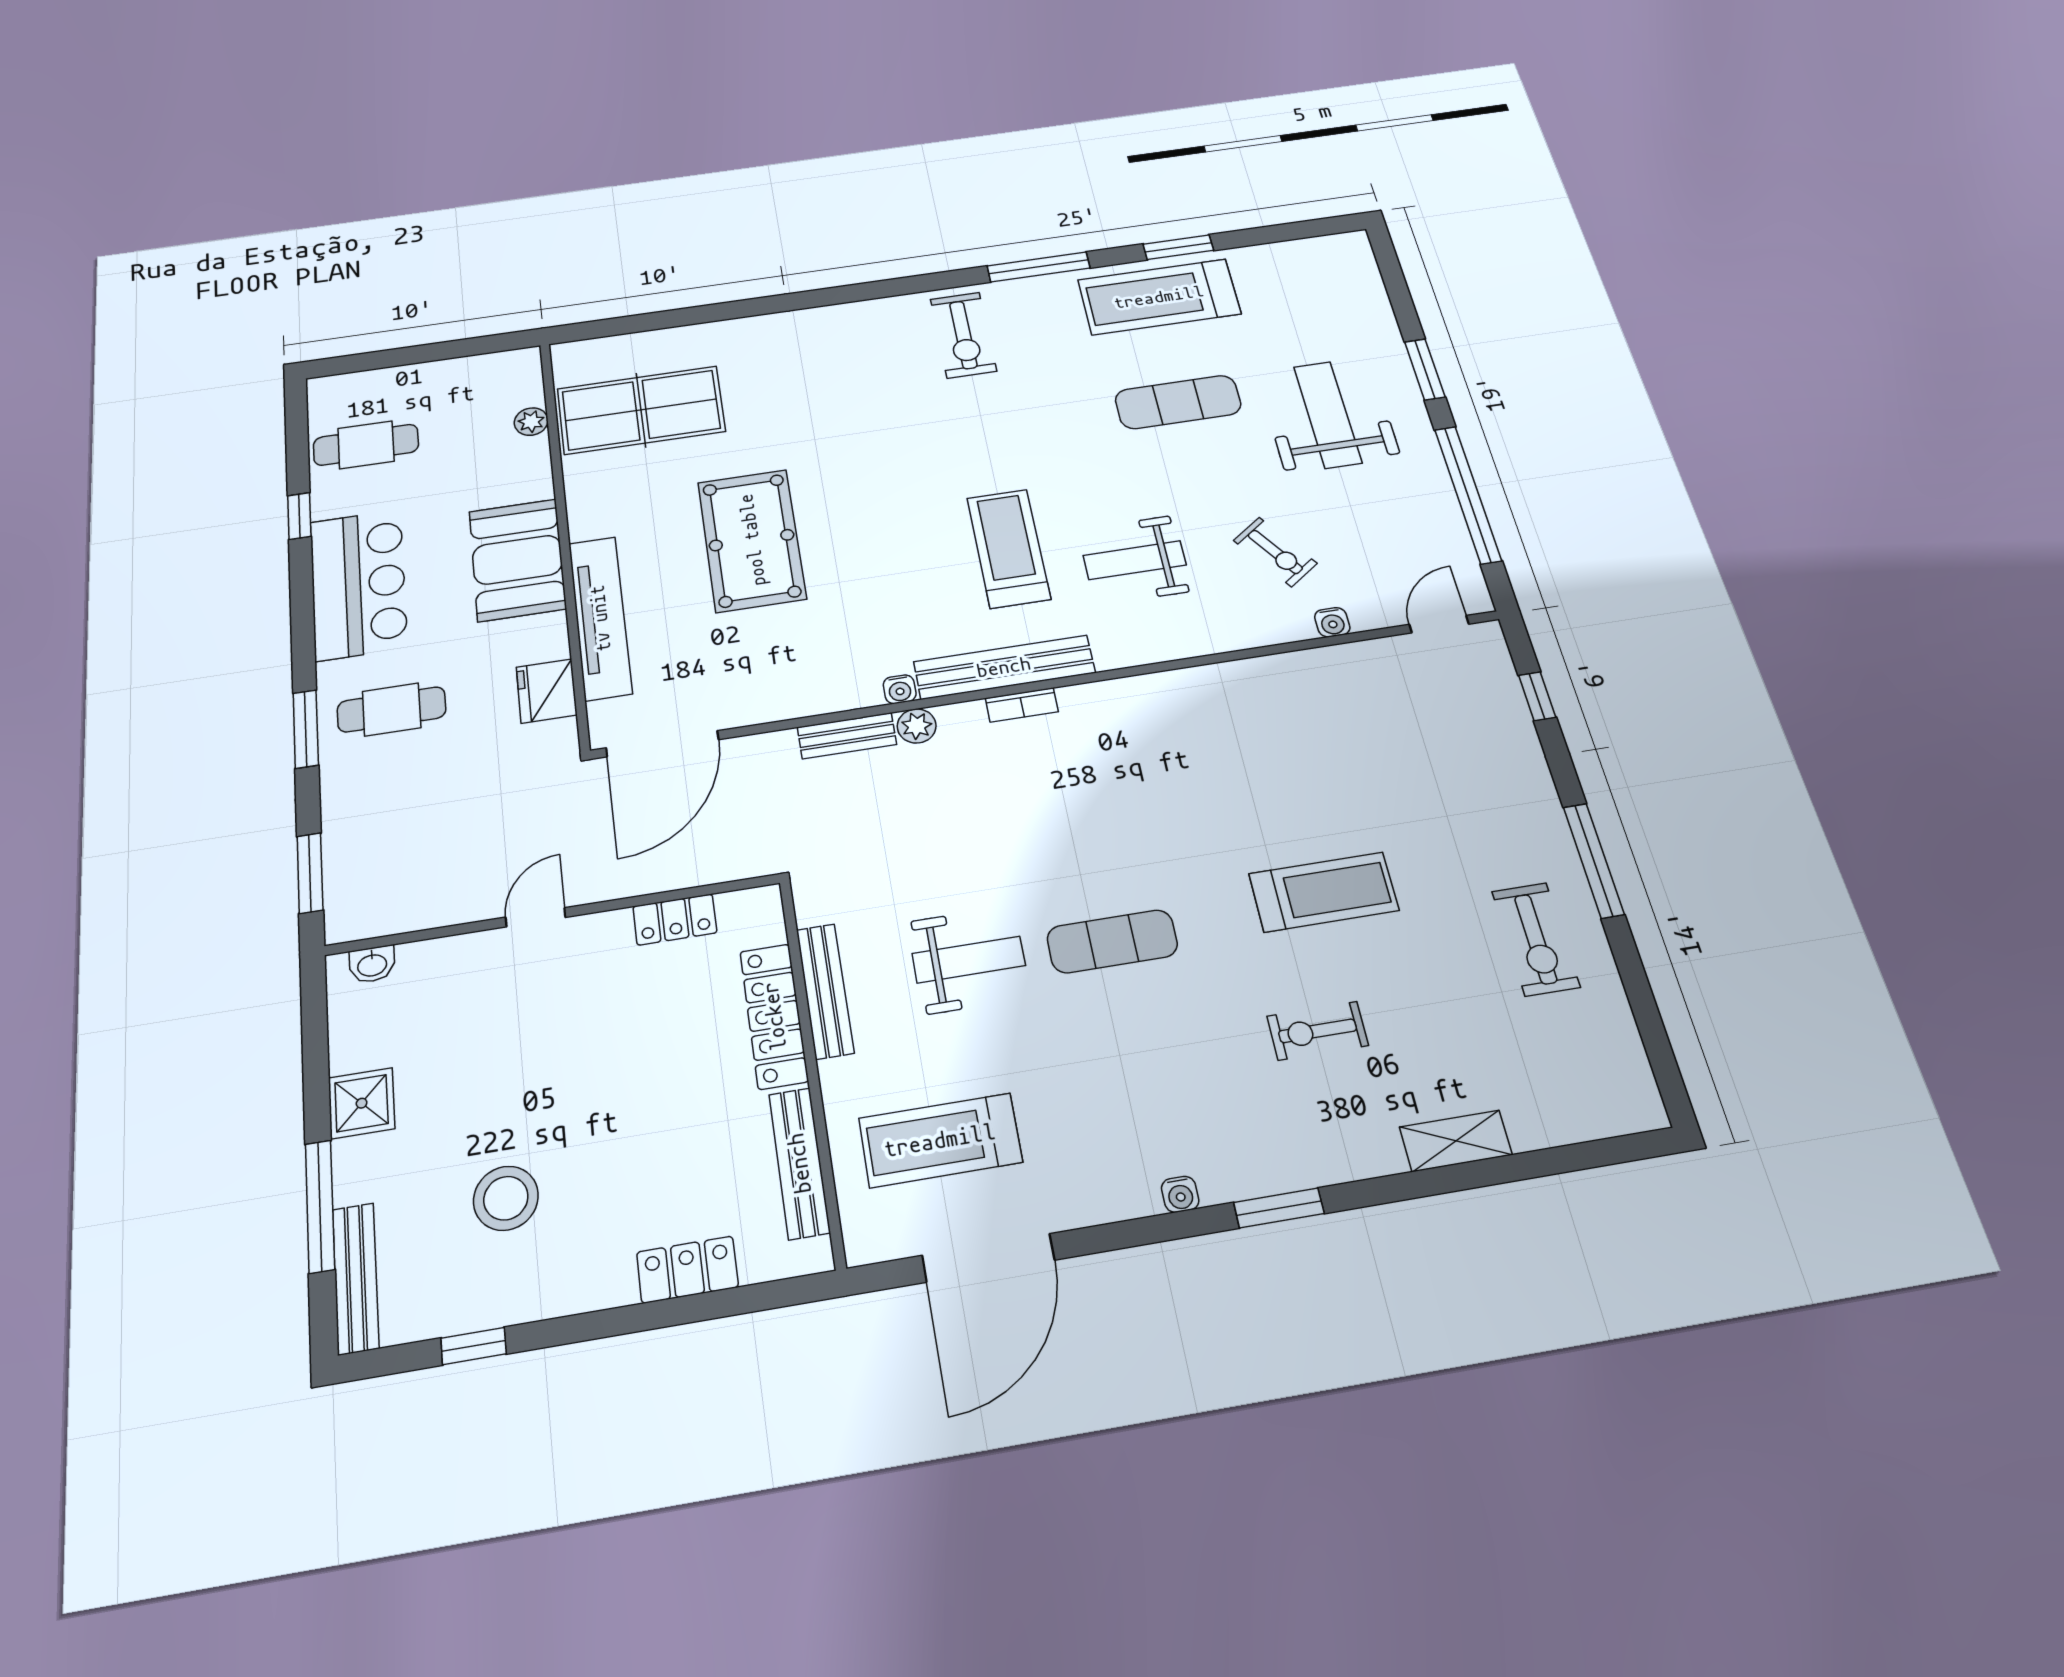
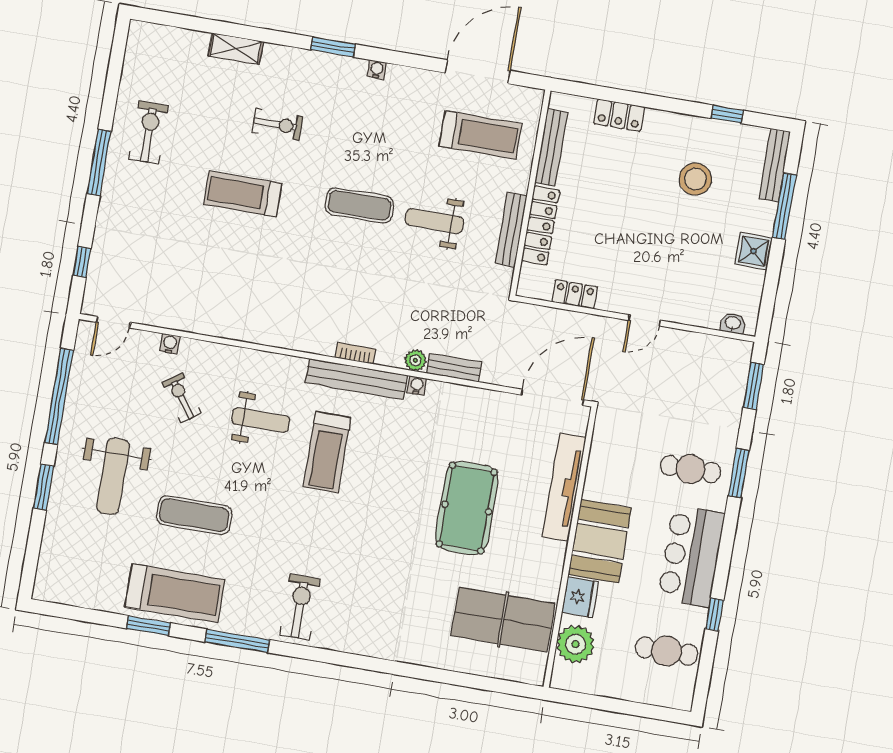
plant: (531, 422) -> (575, 644), width x1.87, depth x1.87
fridge: (547, 691) -> (580, 597), moved

